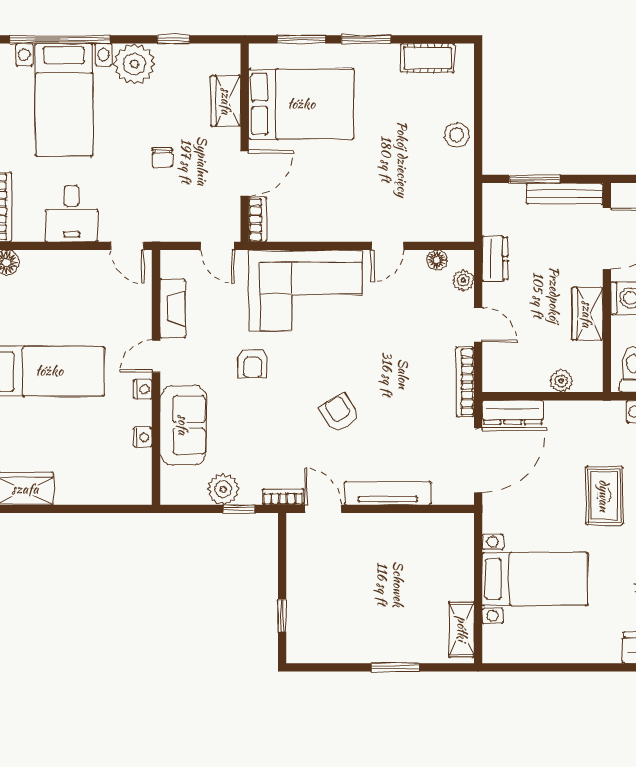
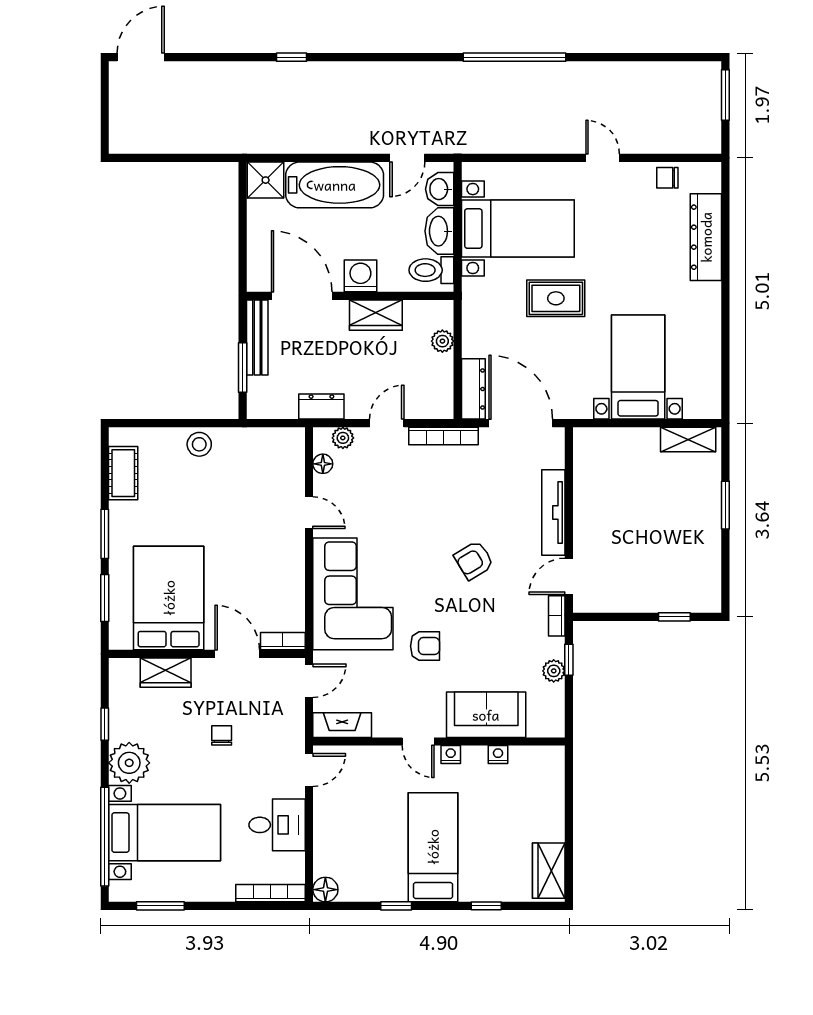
chair: (162, 157) -> (222, 735), turned -90
fireplace: (173, 308) -> (342, 725), moved
plant: (223, 489) -> (554, 671), width x0.73, depth x0.73

